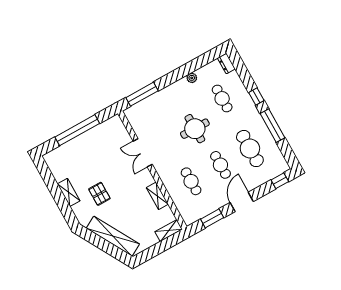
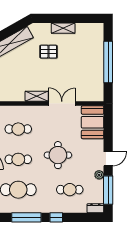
door: (171, 78) -> (108, 159), added
window: (142, 94) -> (108, 190), moved
booth: (144, 113) -> (93, 122), added
shelving: (157, 196) -> (37, 96), moved

